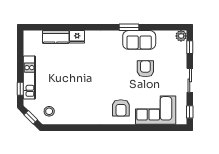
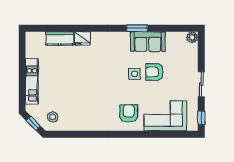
window: (190, 47) -> (201, 49), removed
armchair: (145, 69) -> (154, 72), turned -90
side table: (127, 70) -> (135, 74), added
window: (20, 89) -> (22, 93), removed
armchair: (121, 108) -> (129, 113), turned 180

